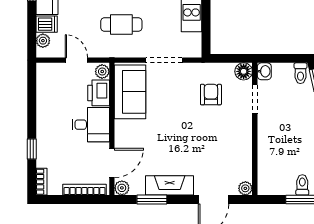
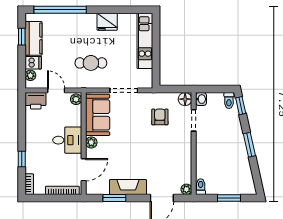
printer: (99, 93) -> (36, 101), moved, turned -90
toilet: (302, 185) -> (201, 187), moved
plant: (122, 188) -> (91, 142), moved

